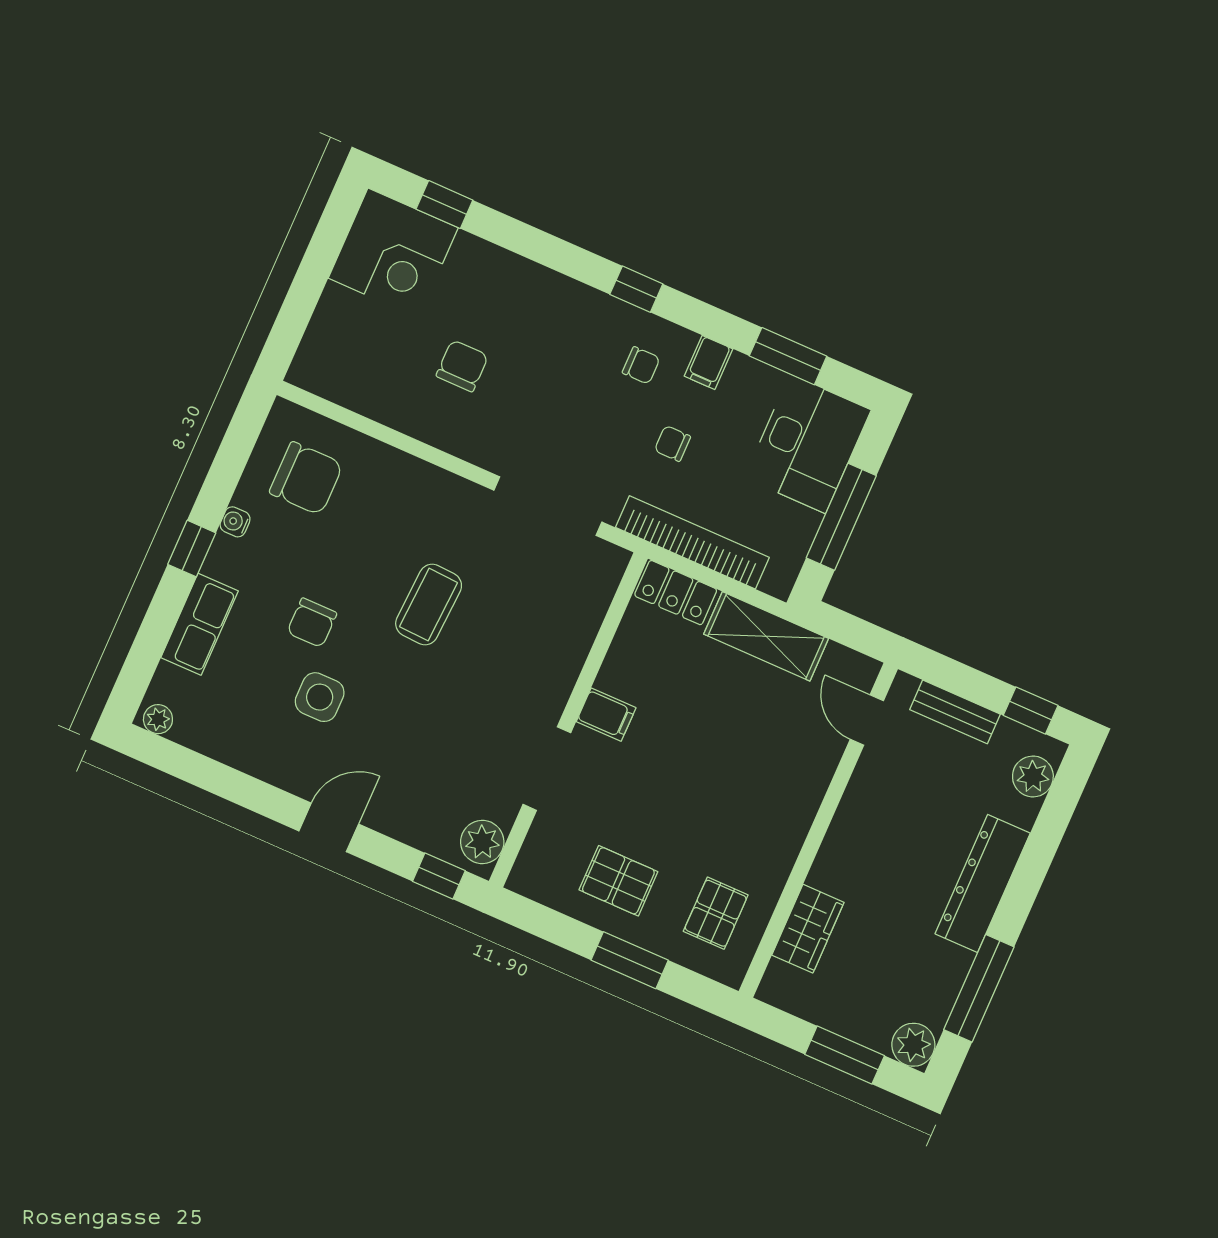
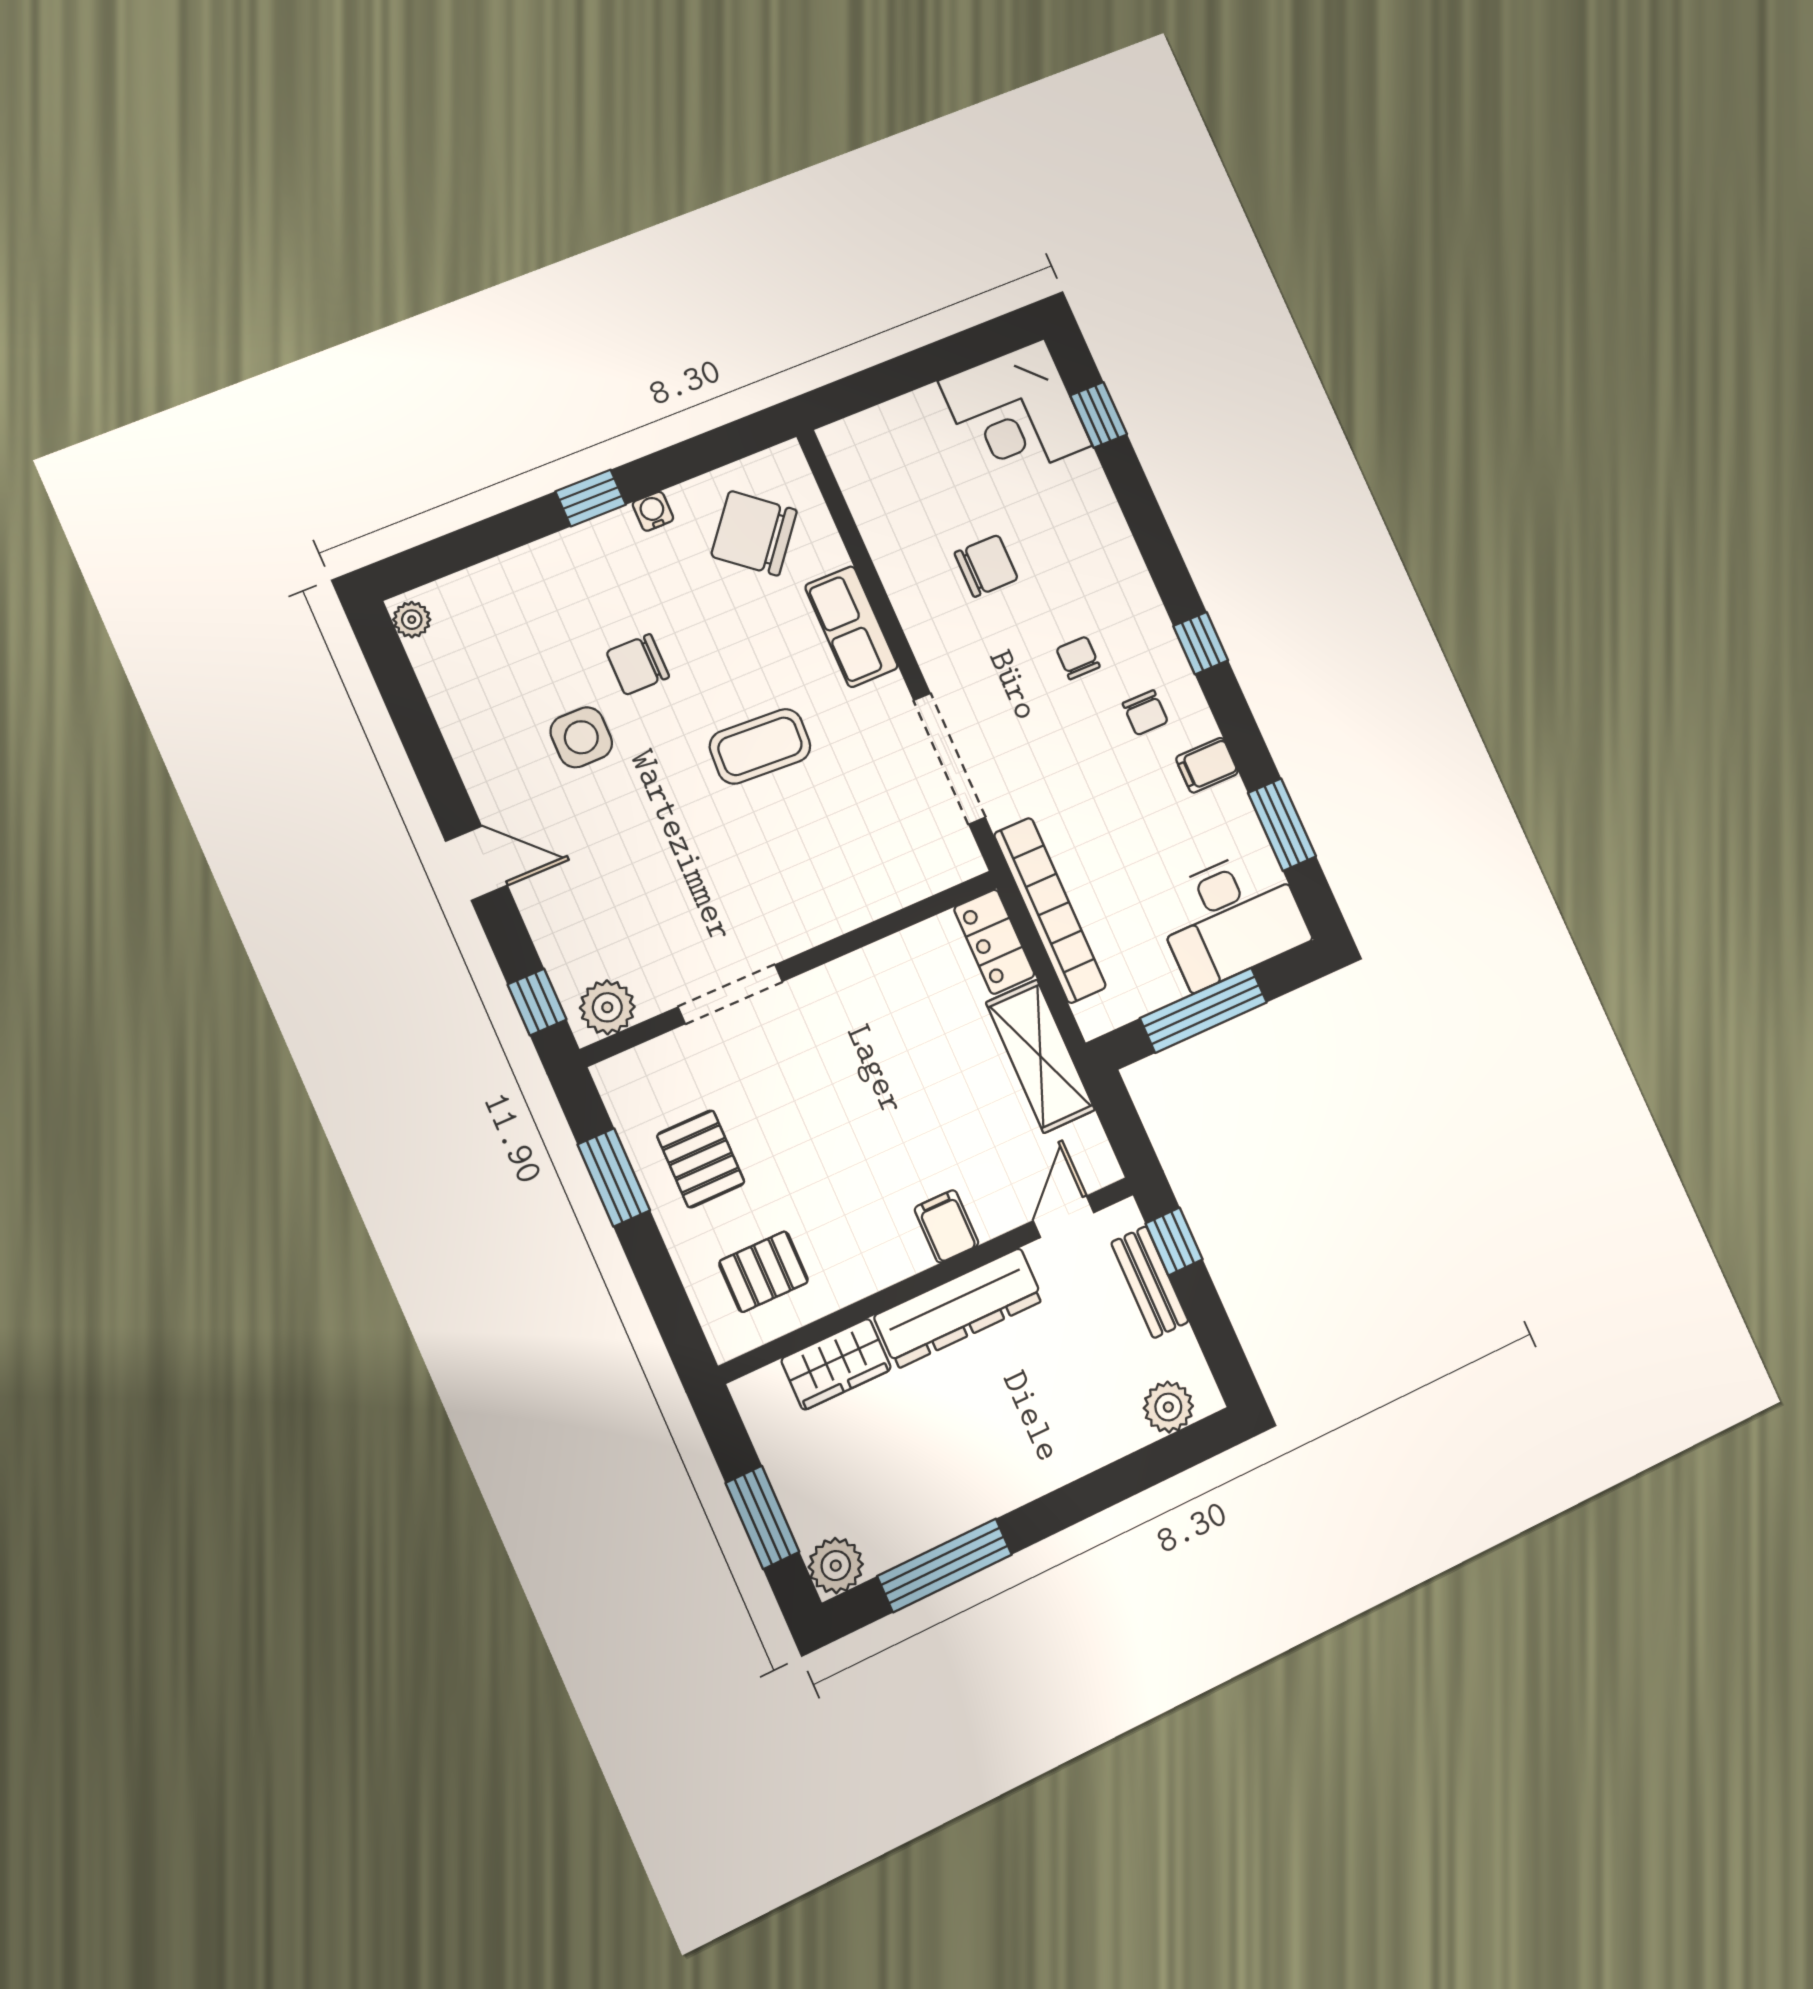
chair: (672, 443) -> (1078, 658), moved
chair: (306, 478) -> (754, 533), turned 129
row of seats: (200, 624) -> (851, 627), moved, turned 90
window: (1031, 710) -> (1174, 1241), moved
filing cabinet: (606, 715) -> (947, 1226), moved, turned 180
dresser: (983, 883) -> (959, 1308), moved, turned 180
window: (630, 960) -> (614, 1177), moved

